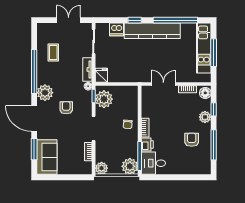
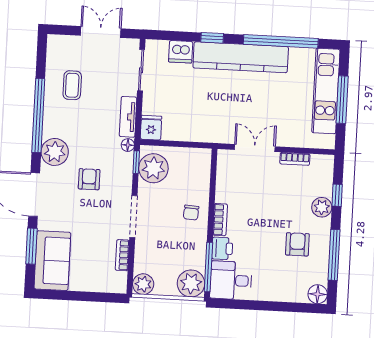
floor lamp: (205, 93) -> (318, 294), moved

